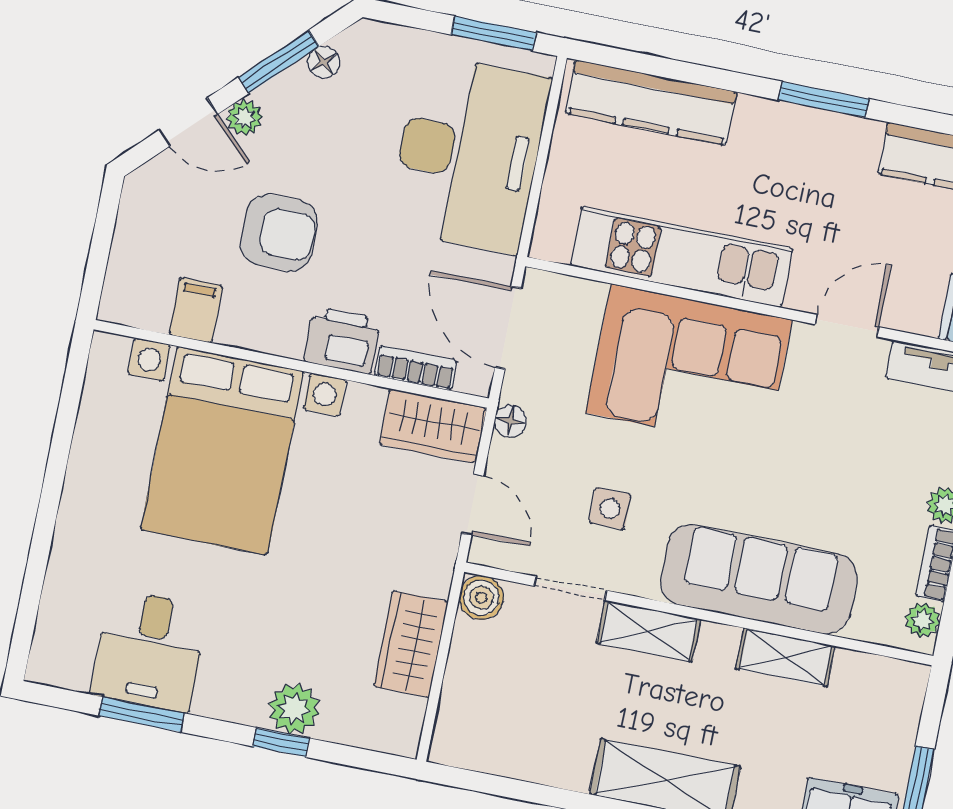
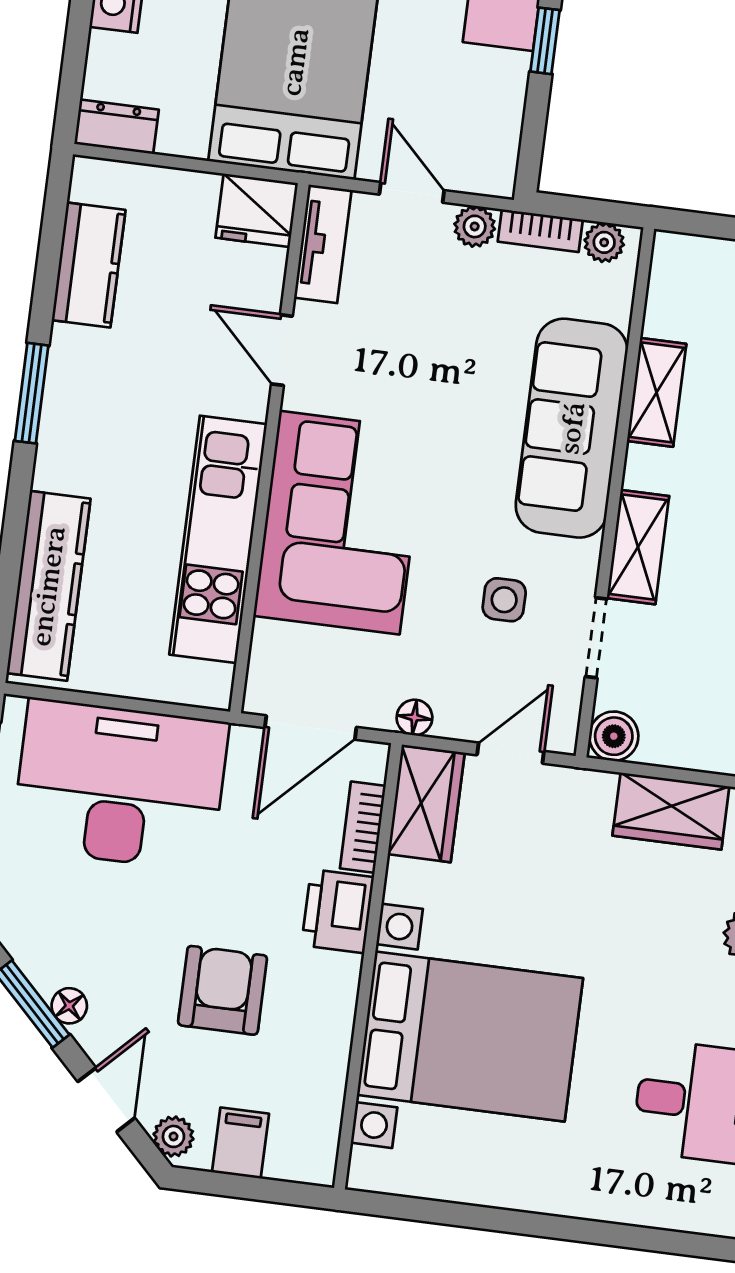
floor lamp: (324, 62) -> (69, 1006), moved
plant: (245, 118) -> (173, 1136), moved
filing cabinet: (196, 310) -> (240, 1143), moved, turned 90

